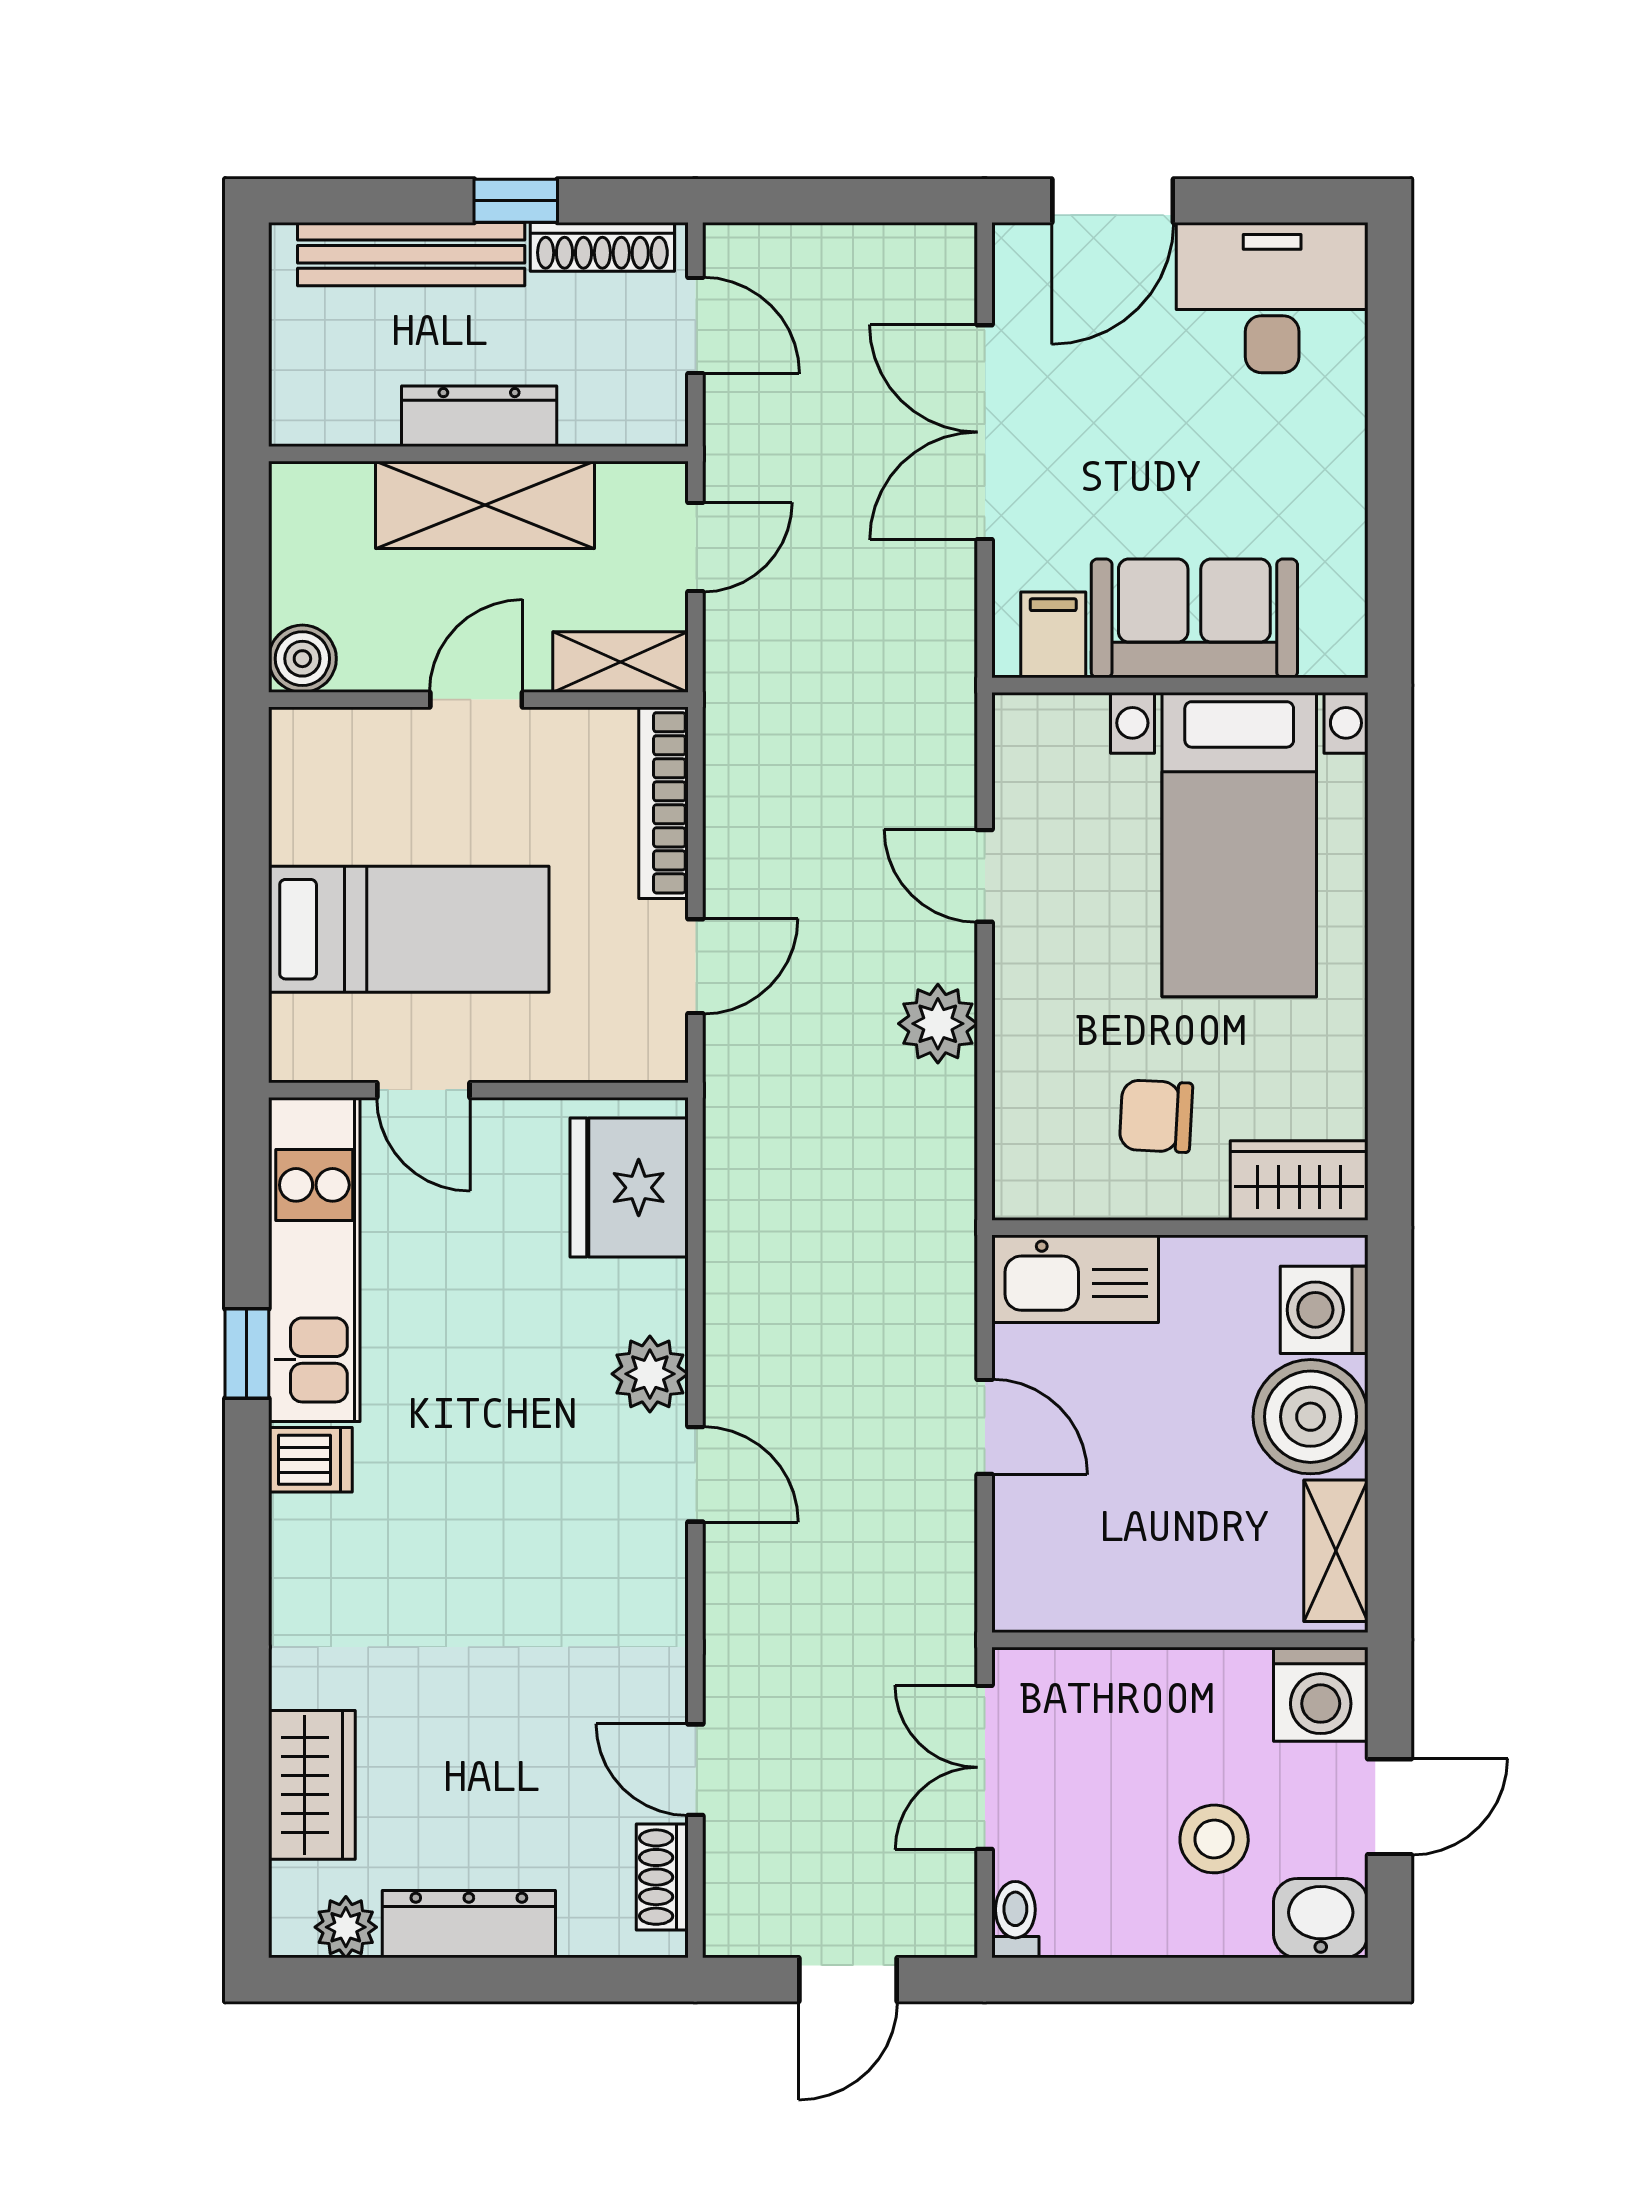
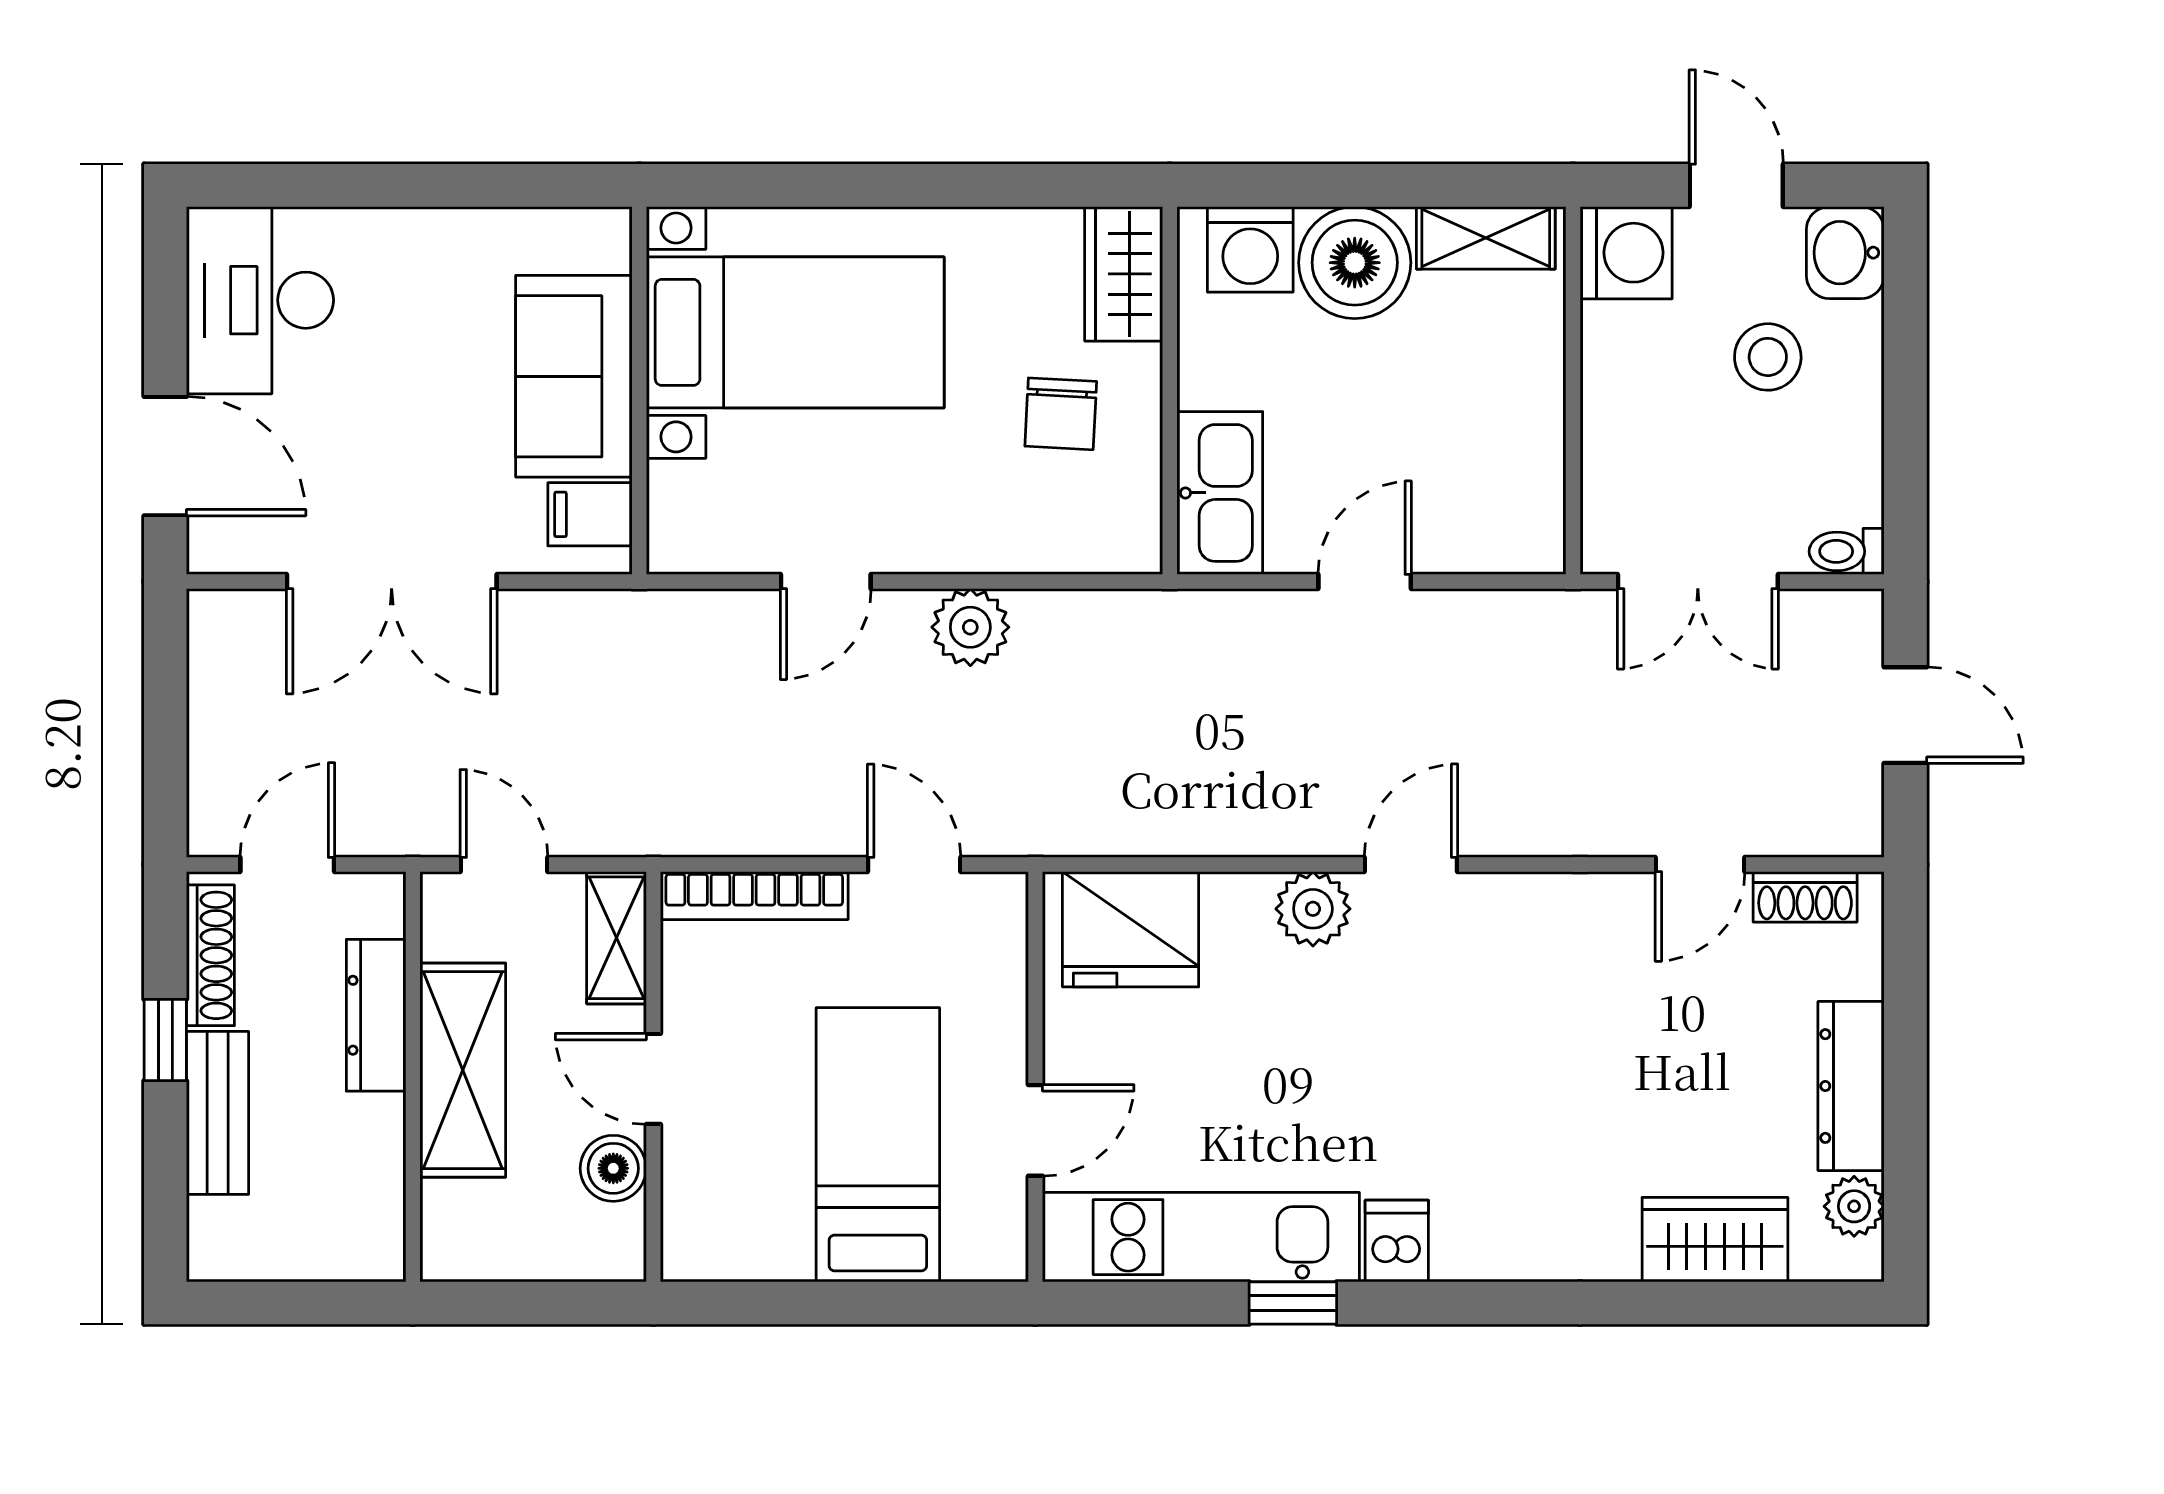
bench: (411, 254) -> (218, 1113), width x0.73
dresser: (479, 416) -> (376, 1015), moved
boiler: (302, 659) -> (613, 1168), moved

